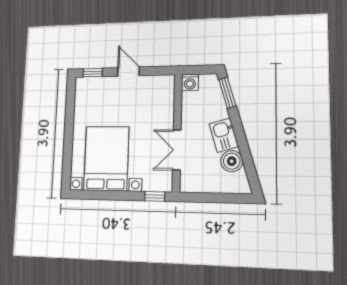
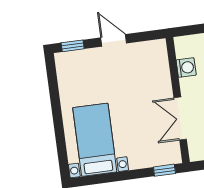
washing machine: (190, 82) -> (186, 68), moved, turned -90
bed with nightstands: (106, 158) -> (95, 140), width x0.73

